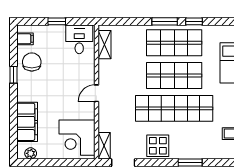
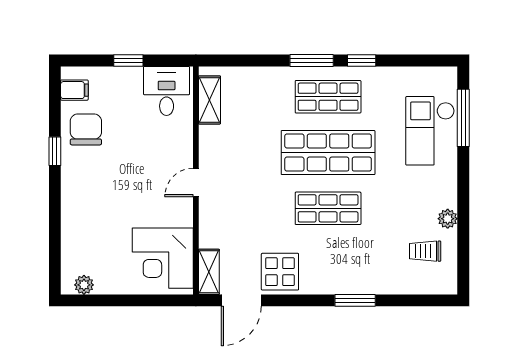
shop shelf: (174, 43) -> (328, 97), width x0.70, depth x0.74
shop shelf: (174, 108) -> (328, 208), width x0.50, depth x0.74
filing cabinet: (27, 122) -> (78, 231), removed
display table: (158, 146) -> (280, 272), moved

